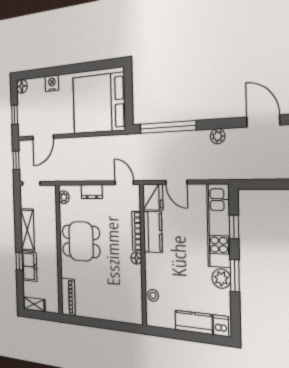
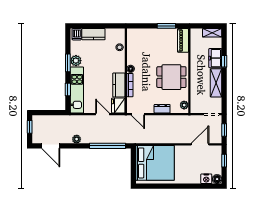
nightstand: (52, 83) -> (206, 179), moved
window: (90, 322) -> (166, 26), added

